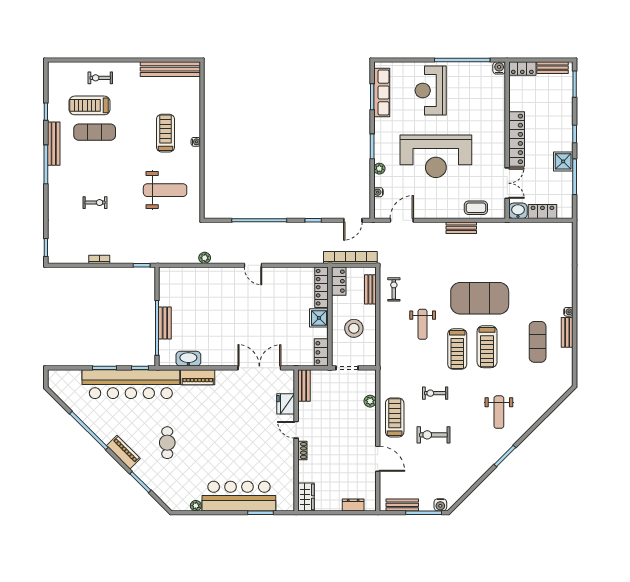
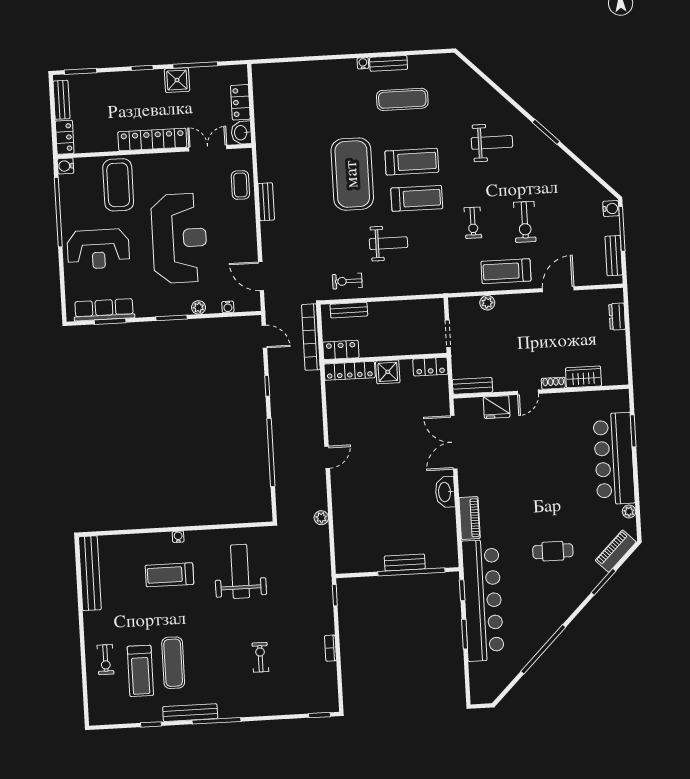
coffee table: (482, 109) -> (118, 185), added
stool: (354, 328) -> (398, 328), removed
washbasin: (188, 359) -> (445, 492), moved
piano: (123, 452) -> (616, 551), moved
wardrobe: (306, 497) -> (583, 377), moved

